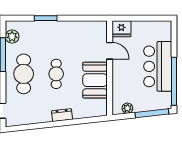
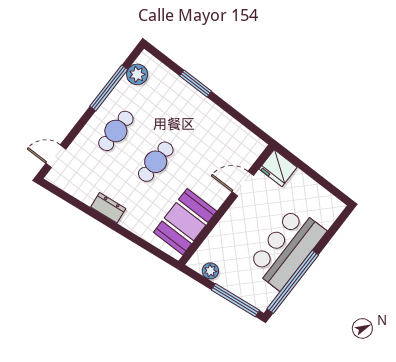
door: (110, 51) -> (243, 184), swing flipped
cafe table: (24, 74) -> (116, 131), width x0.73, depth x0.74
booth: (95, 80) -> (185, 222), moved
dresser: (62, 115) -> (108, 208), moved

